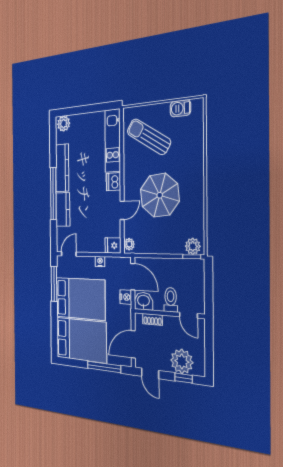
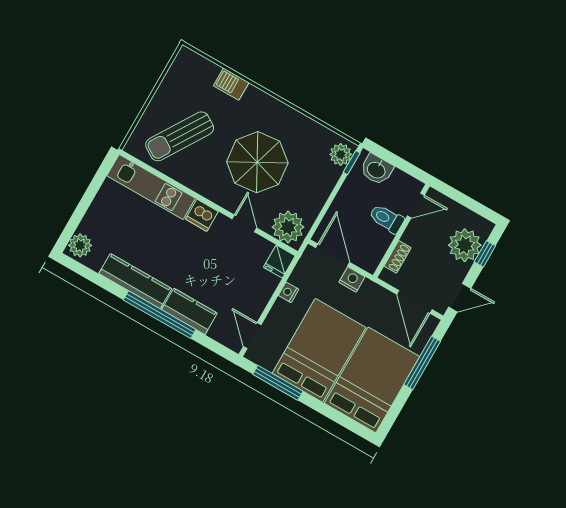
barbecue: (180, 108) -> (231, 84), moved, turned 90
plant: (129, 244) -> (288, 227), width x1.88, depth x1.88
door: (133, 277) -> (333, 255), hinge flipped
washbasin: (143, 301) -> (377, 170), moved, turned -90

